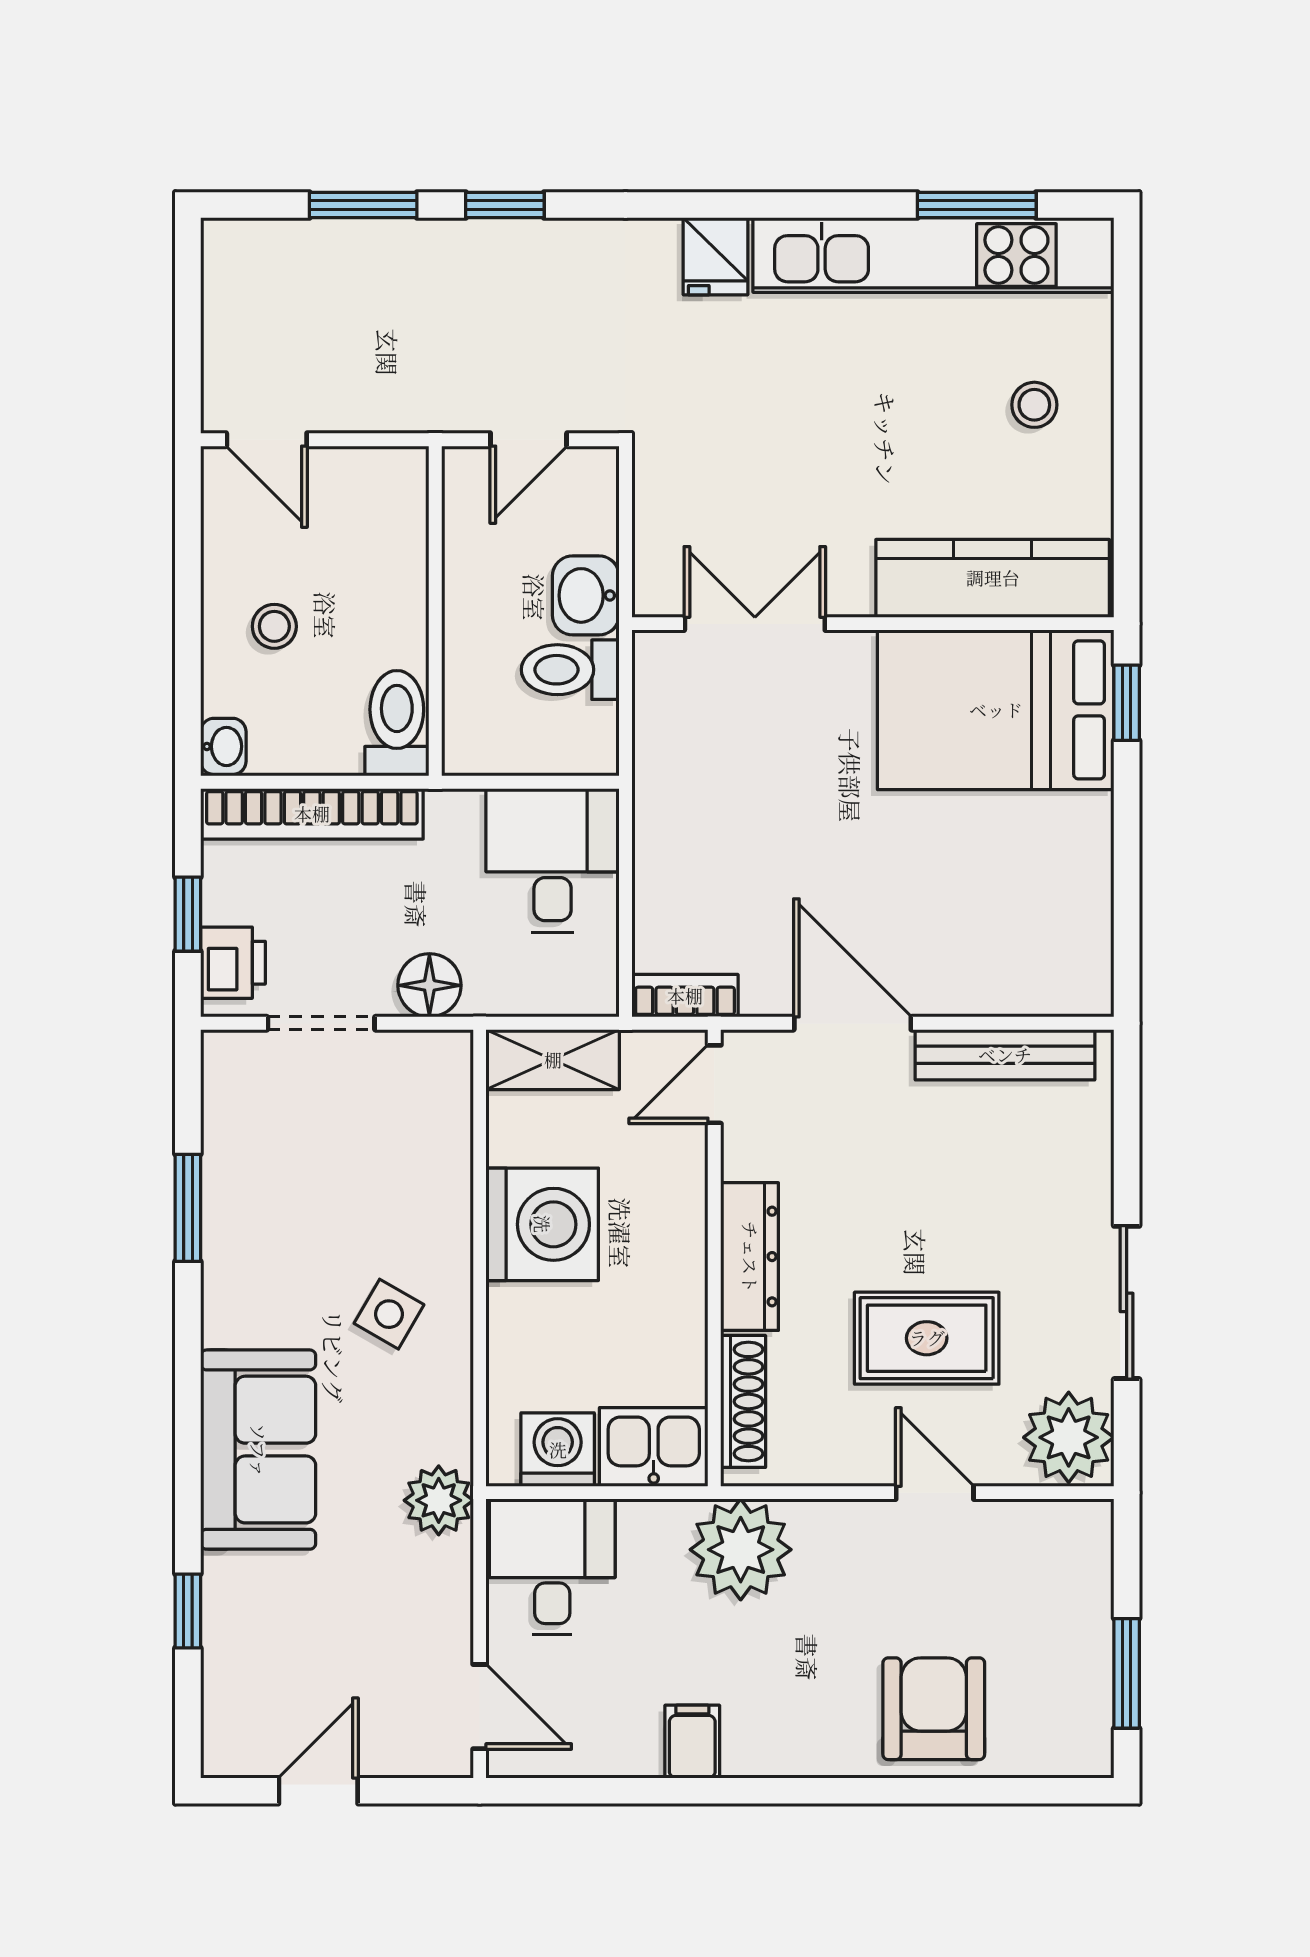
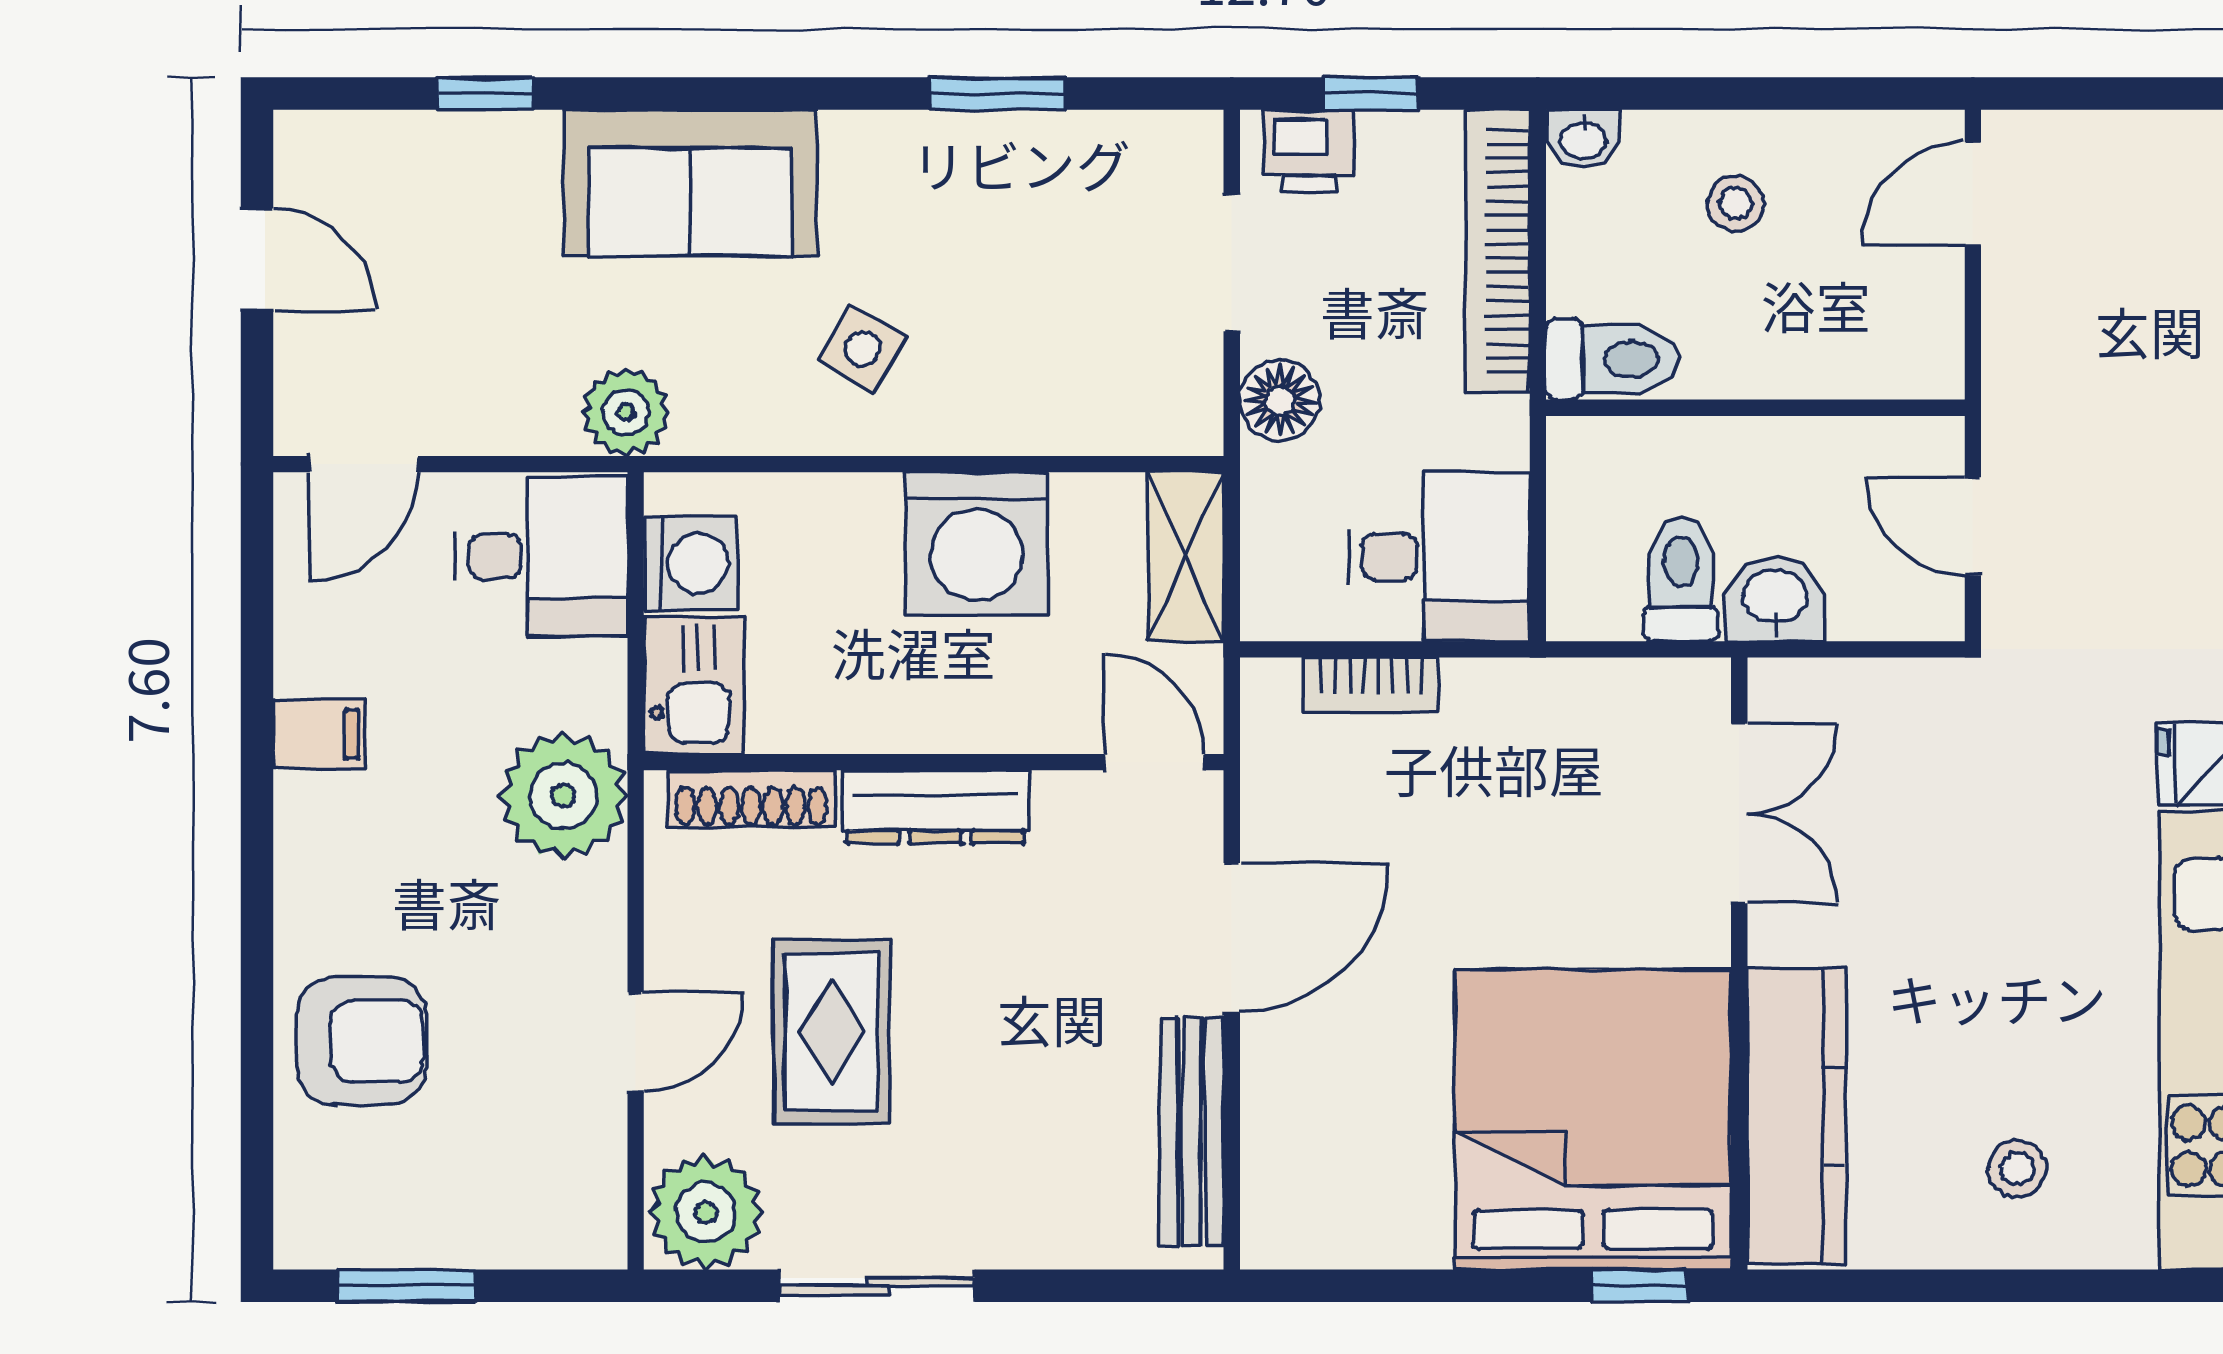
bed: (996, 710) -> (1593, 1119), width x1.36
bookcase: (685, 996) -> (1371, 684), moved, turned 90

